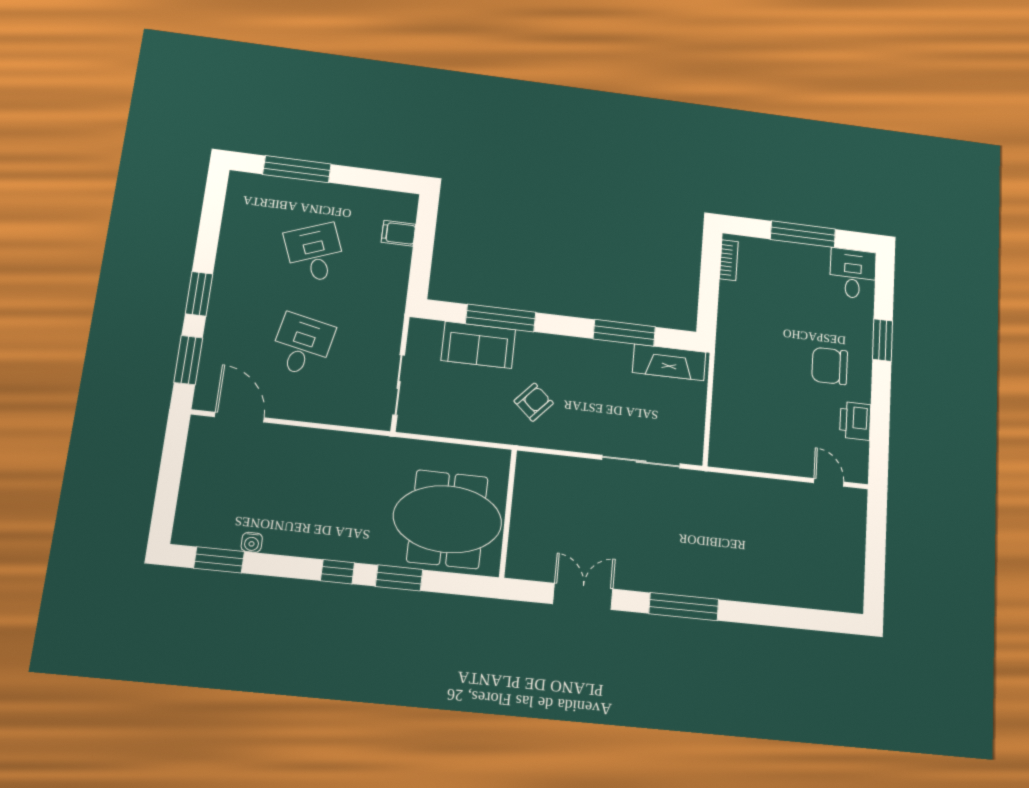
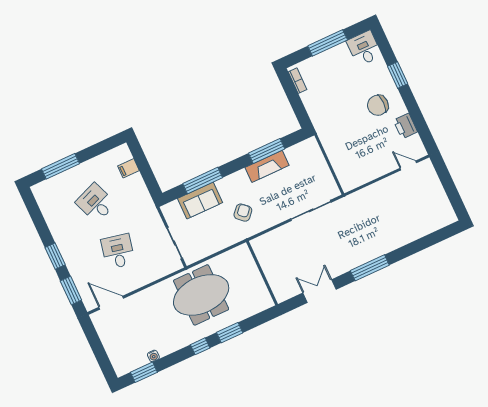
fireplace: (669, 362) -> (267, 166), moved
meeting table: (448, 519) -> (201, 295), moved

